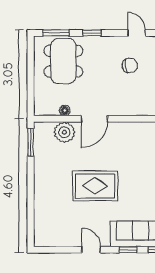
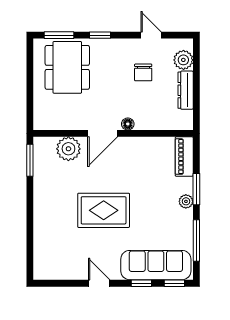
chair: (130, 66) -> (143, 72), turned 97
floor lamp: (65, 111) -> (128, 124), moved

